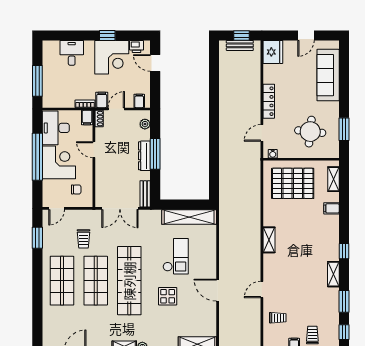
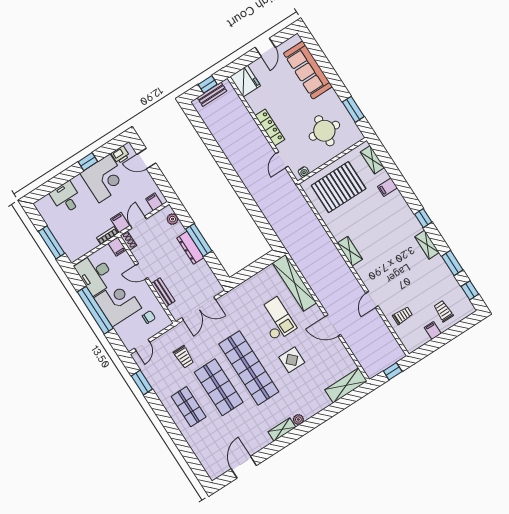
bench: (145, 194) -> (163, 292), moved
shelving: (189, 217) -> (295, 283), moved, turned 90
shop shelf: (62, 281) -> (189, 407), width x0.70, depth x0.74

